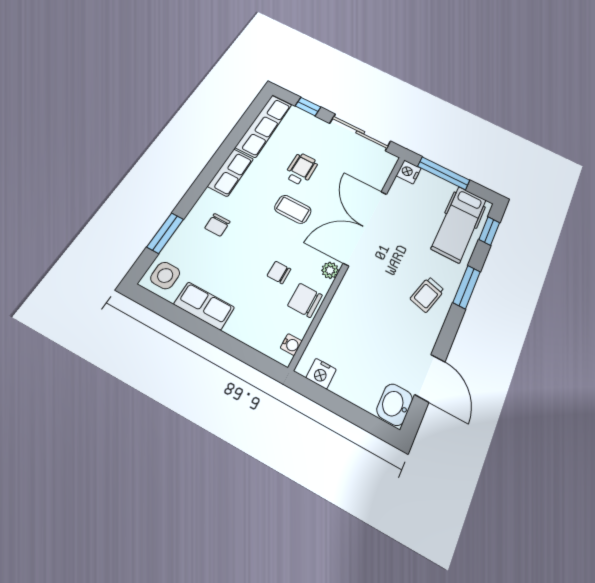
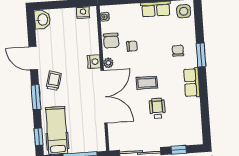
row of seats: (264, 126) -> (194, 121), removed
wheelchair: (301, 169) -> (157, 108), turned 180
nightstand: (409, 172) -> (94, 62), moved
window: (165, 233) -> (201, 55), moved
chair: (305, 300) -> (111, 41), turned 90
door: (430, 378) -> (33, 58), moved

